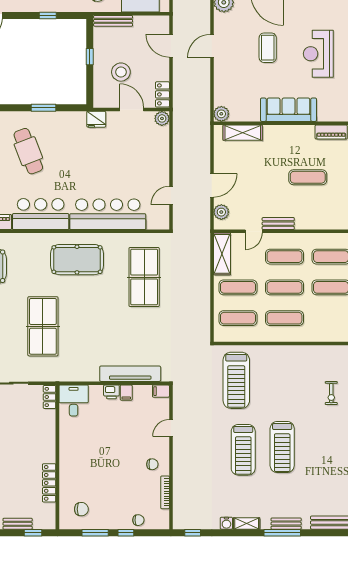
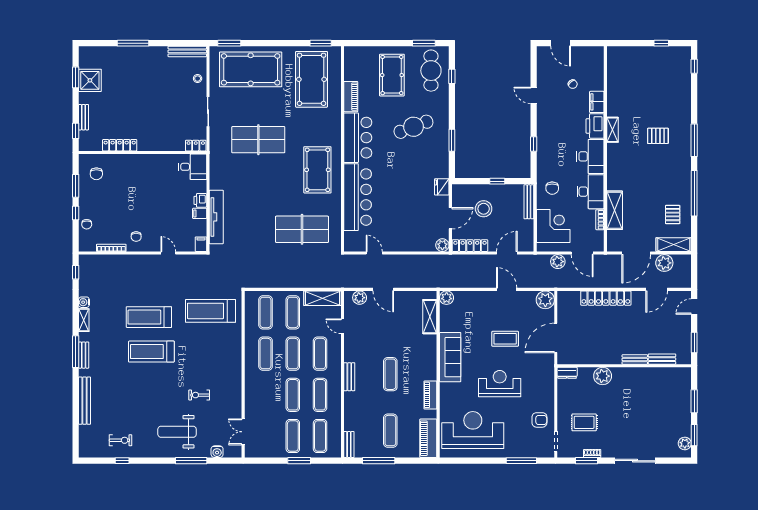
locker: (162, 94) -> (470, 246), width x1.53
bench: (278, 224) -> (349, 377), moved

